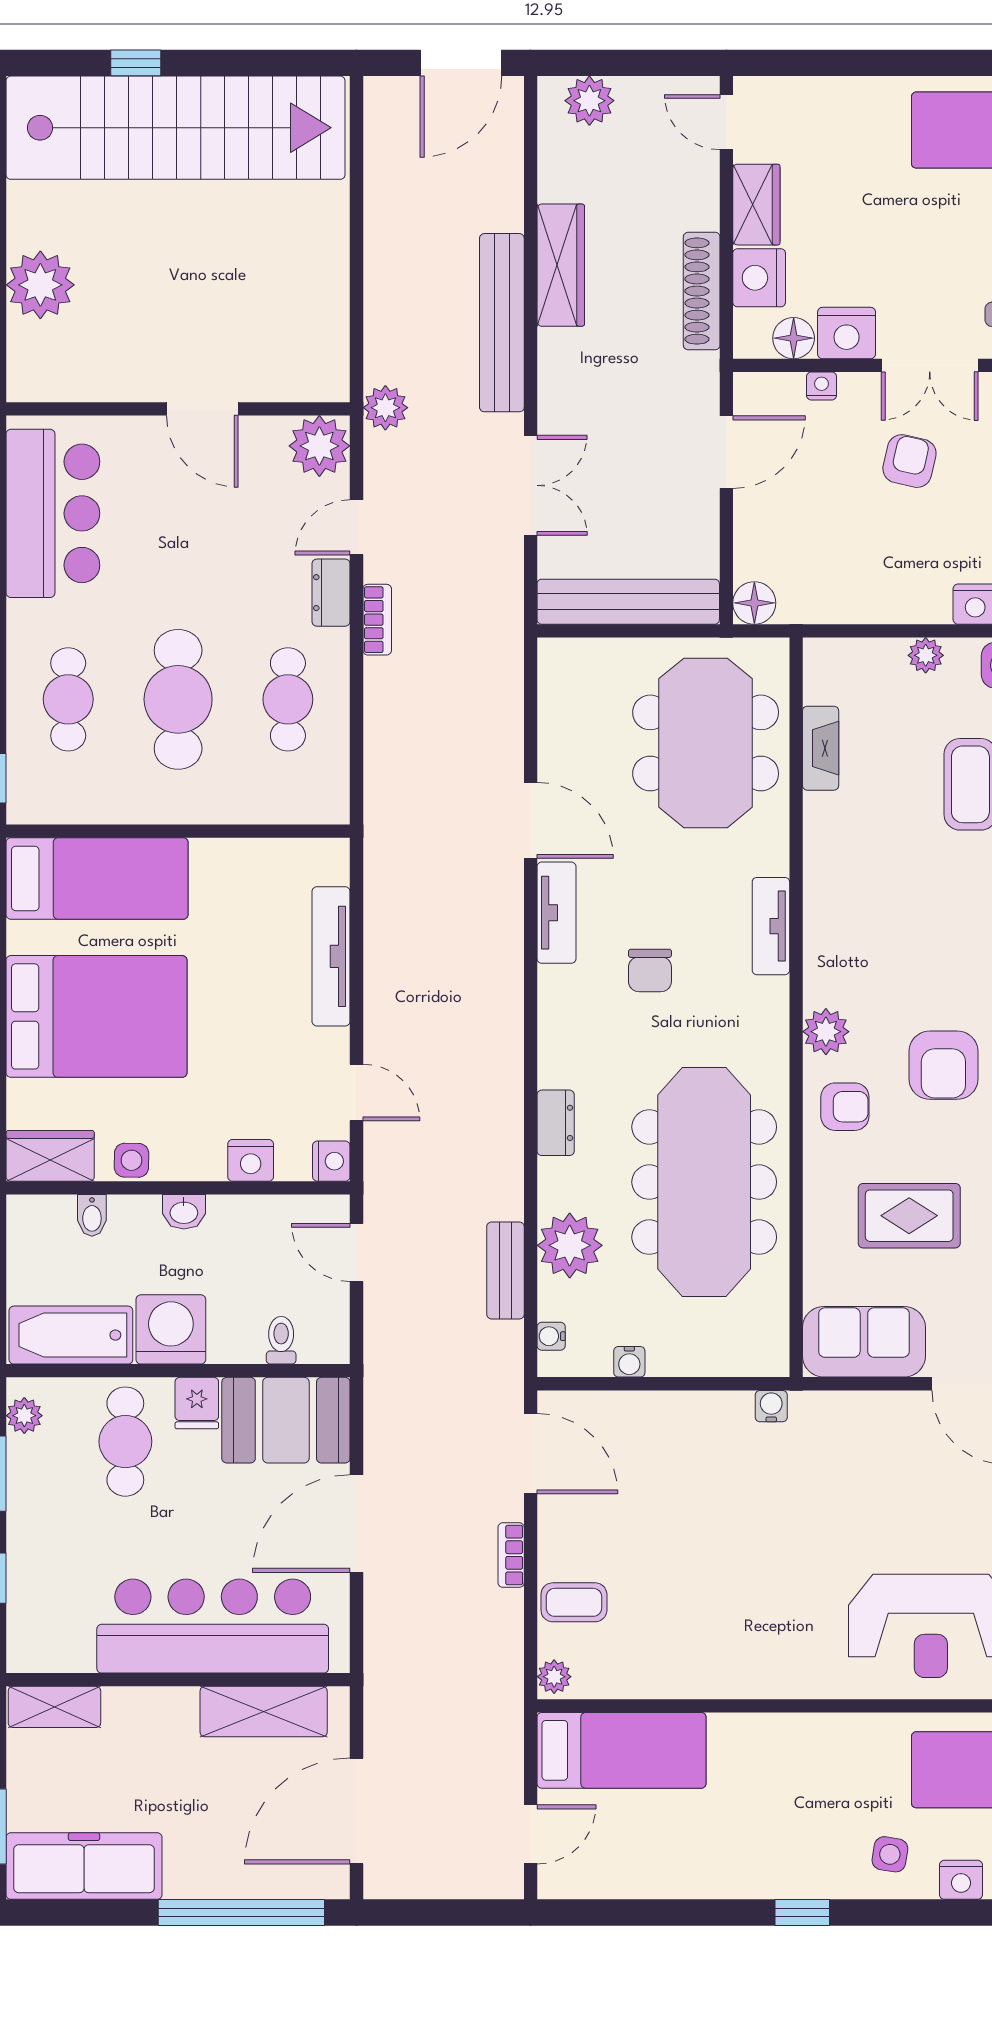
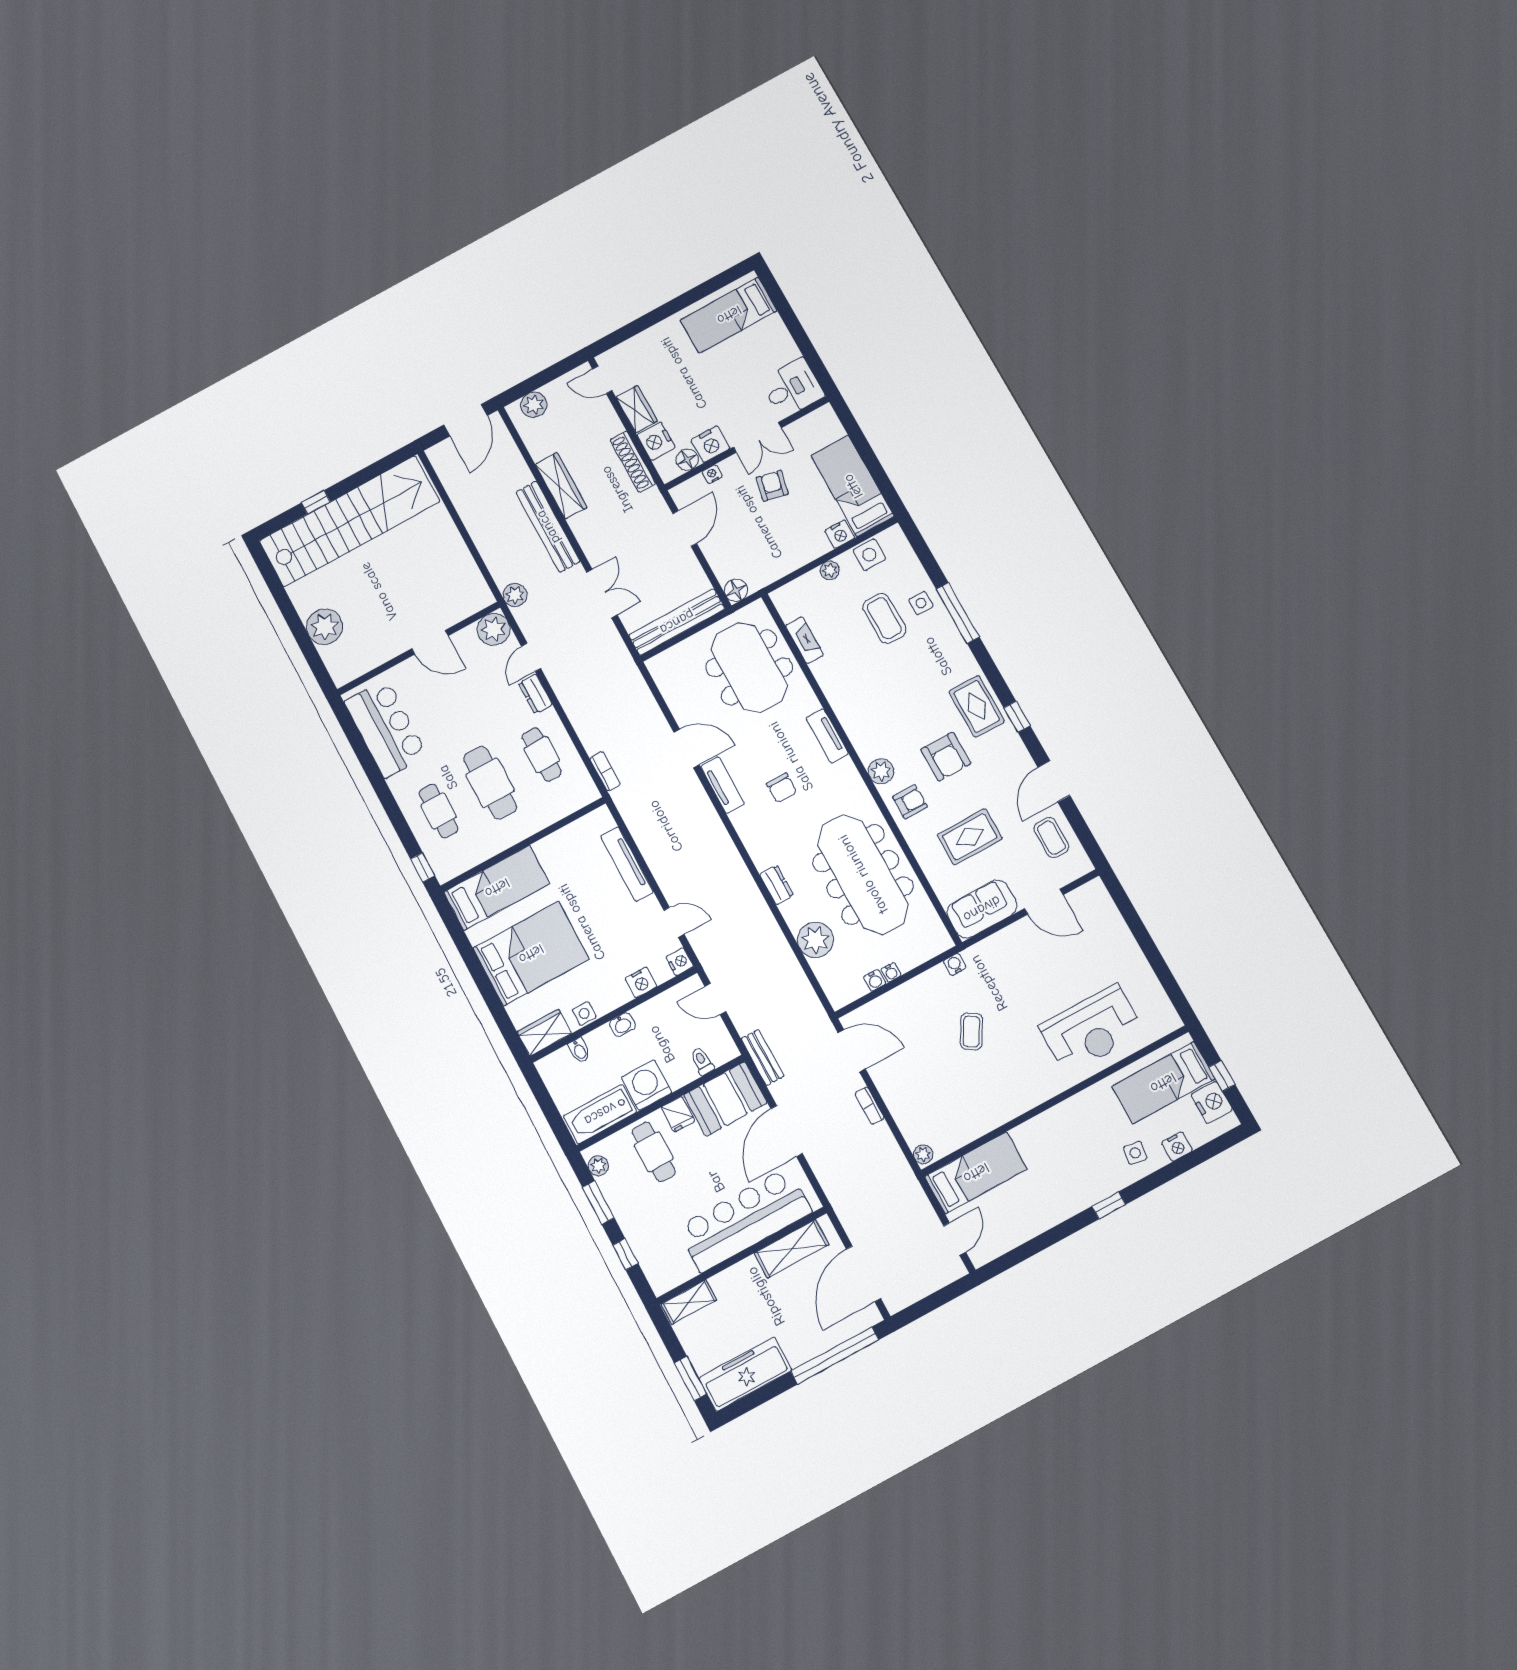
bookcase: (377, 620) -> (605, 771), moved
bench: (505, 1270) -> (762, 1057), moved
water cooler: (551, 1336) -> (891, 972), moved, turned -90
coffee table: (574, 1602) -> (971, 1031), moved, turned -59

